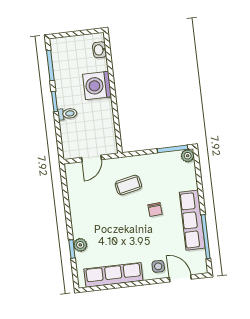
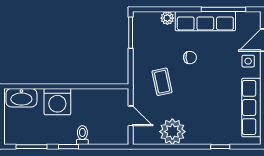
washbasin: (100, 50) -> (21, 98), width x1.91, depth x1.45
plant: (188, 156) -> (167, 18), moved
plant: (80, 245) -> (172, 132), moved, width x1.87, depth x1.87

